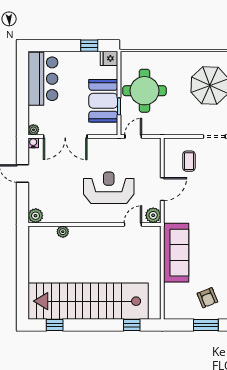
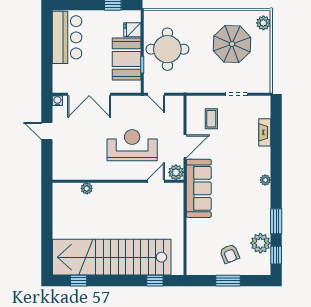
fridge: (109, 58) -> (132, 30), moved
plant: (33, 130) -> (58, 88), removed
door: (133, 136) -> (156, 94), swing flipped
plant: (36, 216) -> (60, 173), removed
sofa: (176, 253) -> (199, 188), moved

